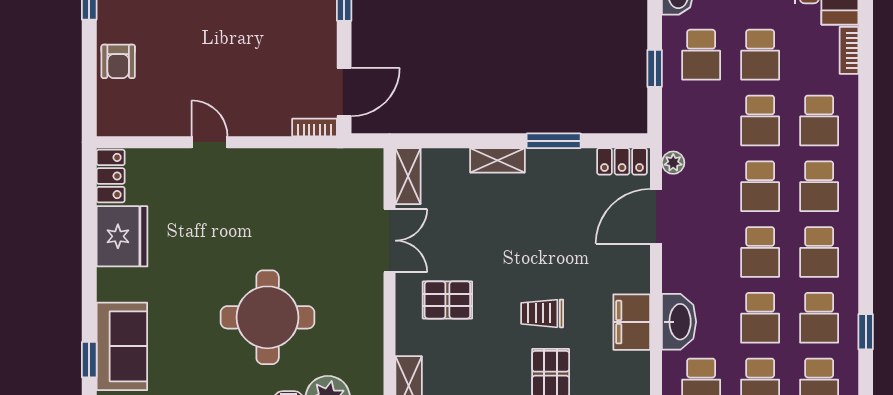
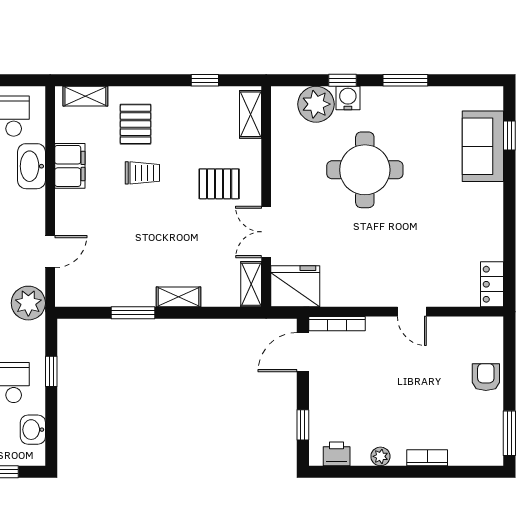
bookcase: (314, 127) -> (337, 324), width x1.56
locker: (622, 161) -> (78, 296), removed
plant: (673, 163) -> (28, 303), width x1.87, depth x1.87
door: (656, 216) -> (50, 252), width x0.73
fridge: (122, 236) -> (295, 286), moved, turned 90

